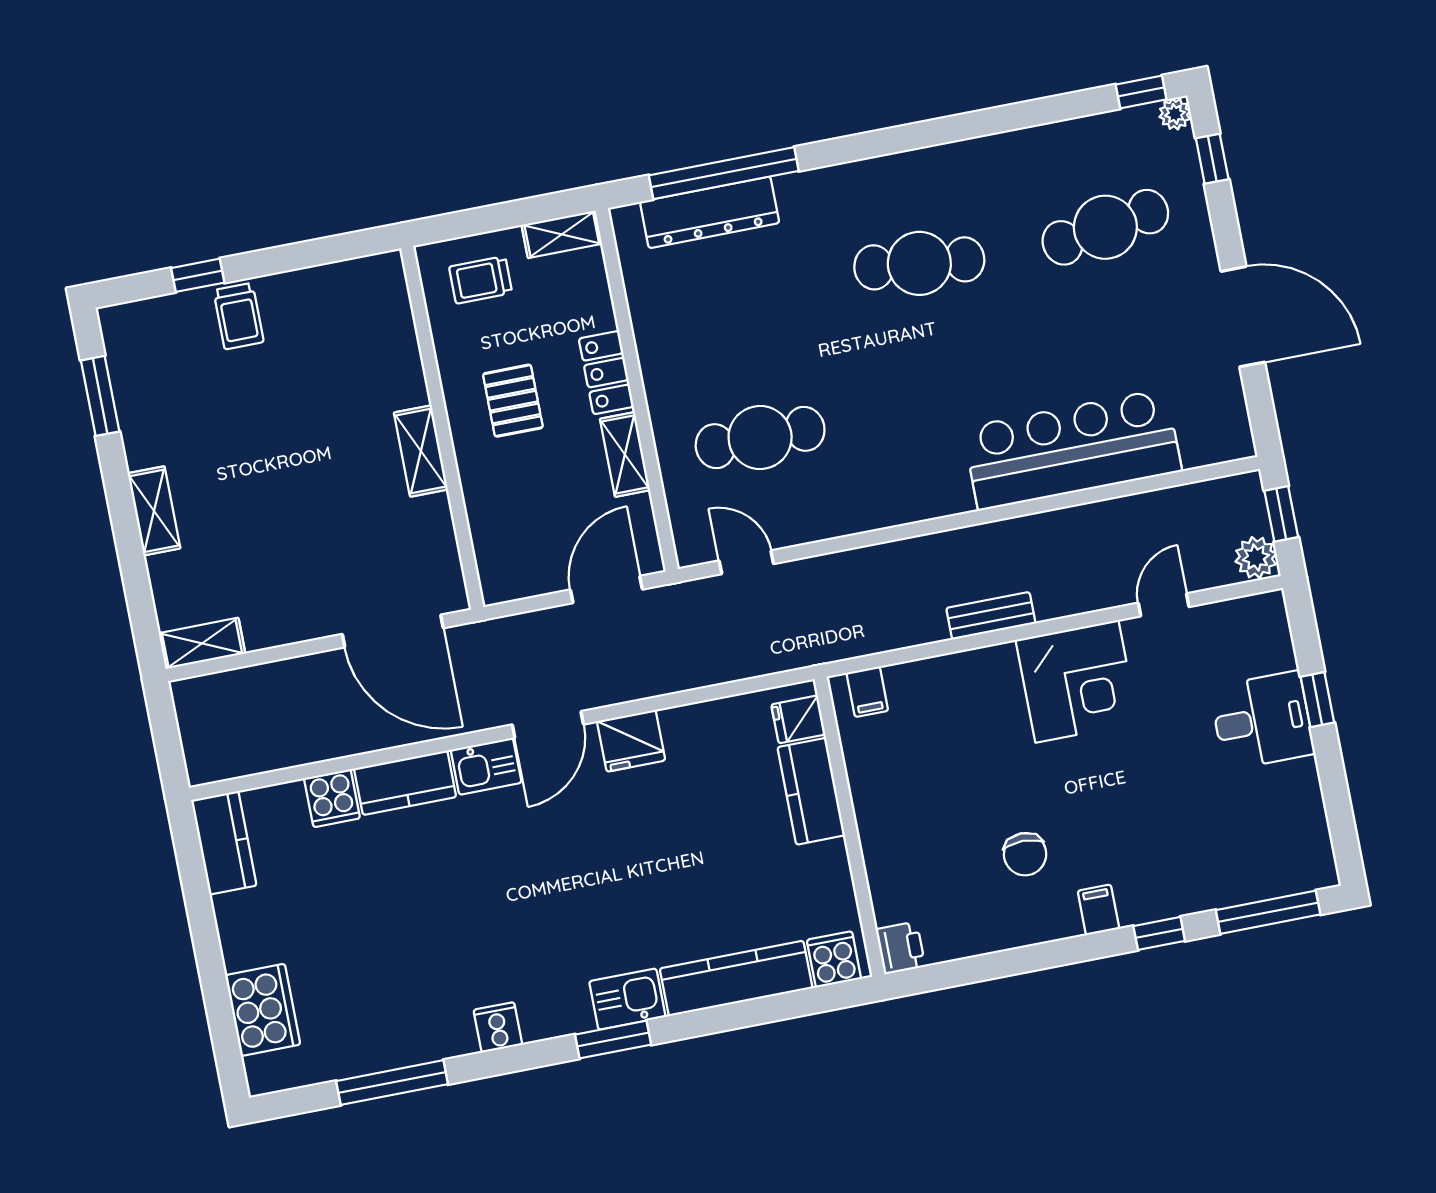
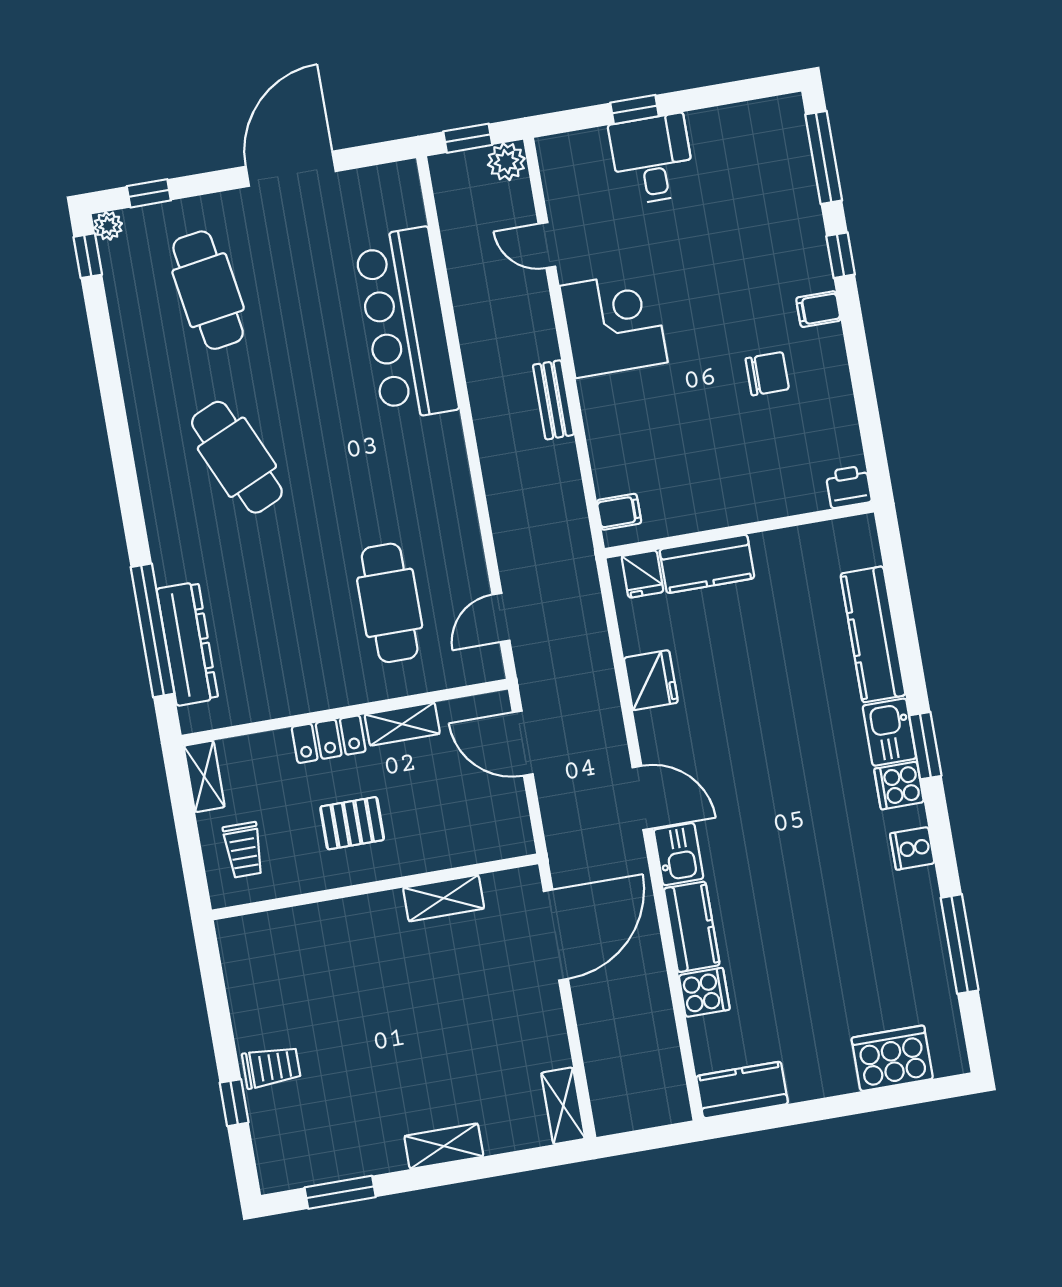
cafe table: (919, 263) -> (237, 457), turned -30
shelving: (421, 451) -> (444, 898), moved
fridge: (631, 741) -> (651, 680), moved
cooker: (834, 959) -> (899, 785), moved

